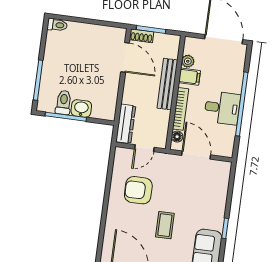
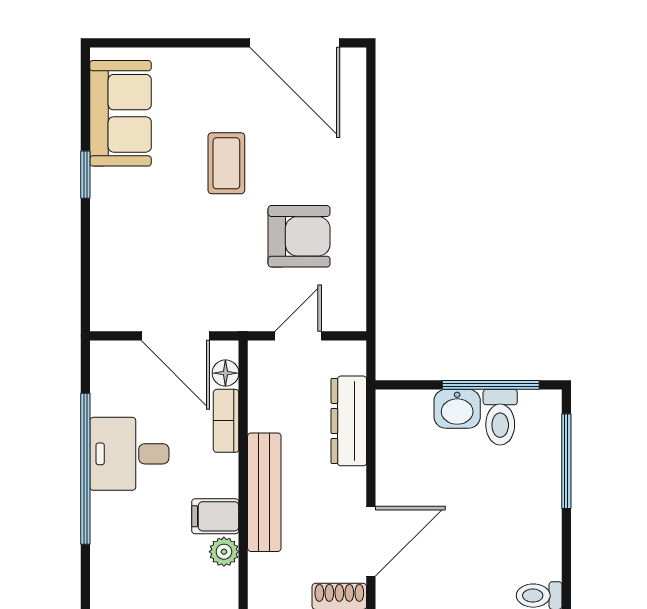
door: (125, 57) -> (371, 541), swing flipped
bookcase: (181, 109) -> (226, 421), width x0.64
dresser: (126, 124) -> (349, 421), moved

